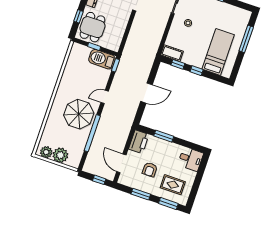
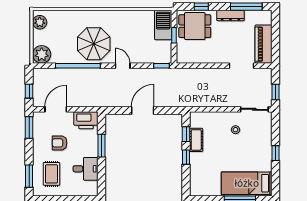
bed: (218, 52) -> (247, 183), moved, turned 180
cot: (172, 53) -> (196, 140), moved
barbecue: (102, 59) -> (163, 25), moved
door: (147, 93) -> (143, 110), swing flipped
plant: (60, 155) -> (42, 54), moved
desk: (190, 159) -> (86, 169), moved, turned -90
window: (141, 194) -> (29, 127), moved

